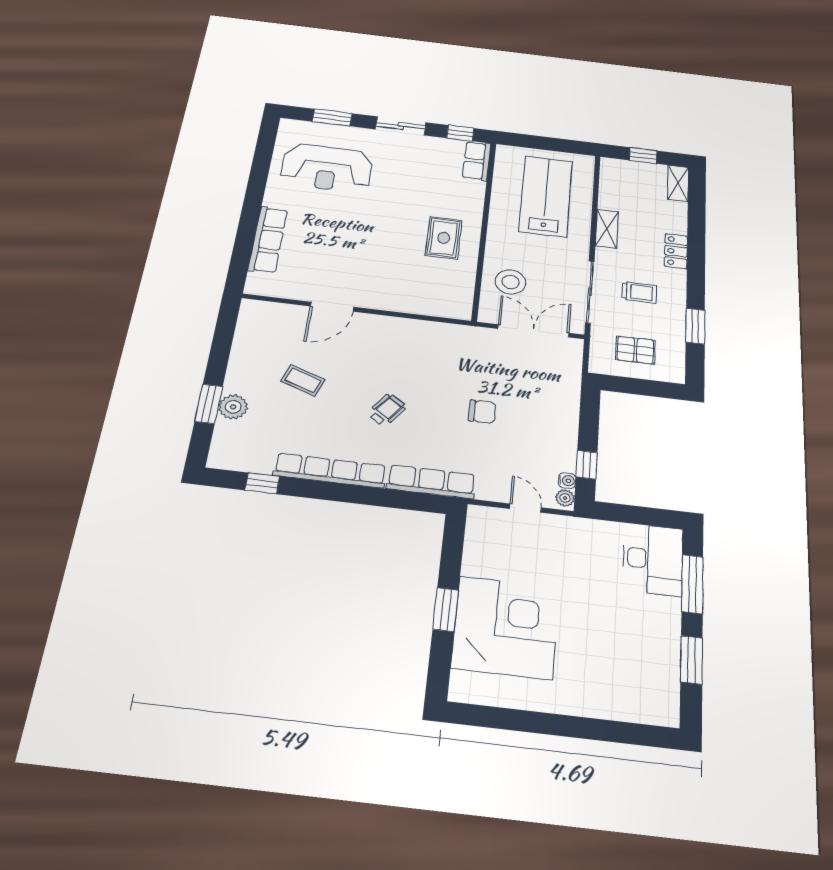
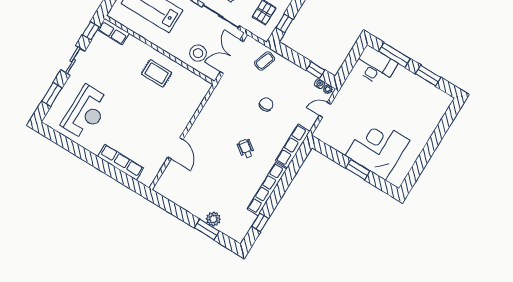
coffee table: (303, 380) -> (265, 61), moved
window: (636, 386) -> (284, 23), added

